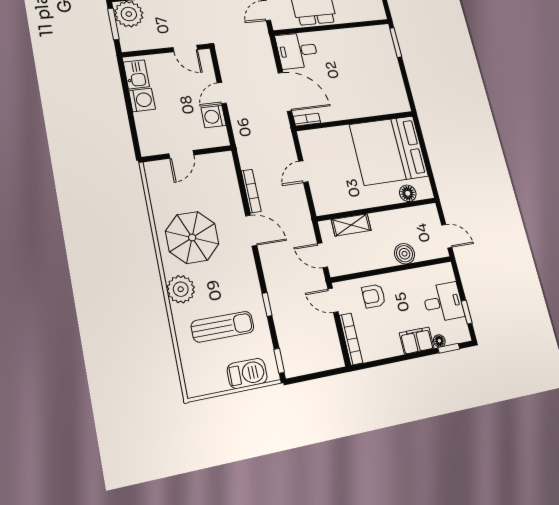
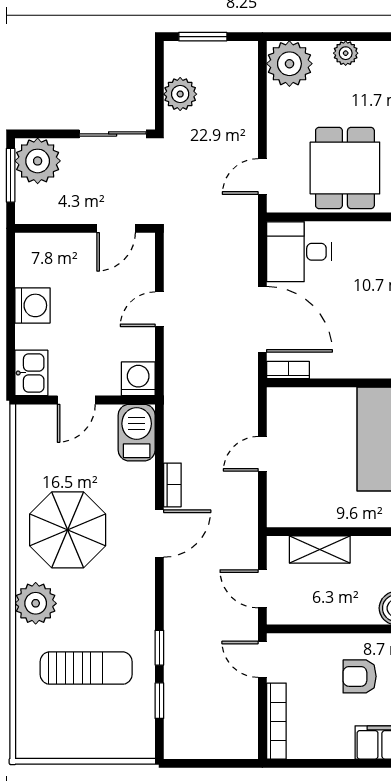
door: (185, 48) -> (116, 228), hinge flipped
kitchen sink: (136, 74) -> (31, 373), moved
washing machine: (213, 117) -> (138, 379), moved, turned 90
bookcase: (251, 191) -> (172, 485), width x0.64
door: (251, 231) -> (159, 534), hinge flipped
armchair: (374, 296) -> (360, 676), moved
window: (279, 361) -> (159, 701), moved
barbecue: (247, 373) -> (137, 433), moved, turned -90

